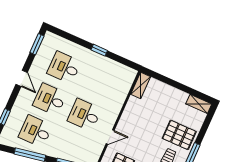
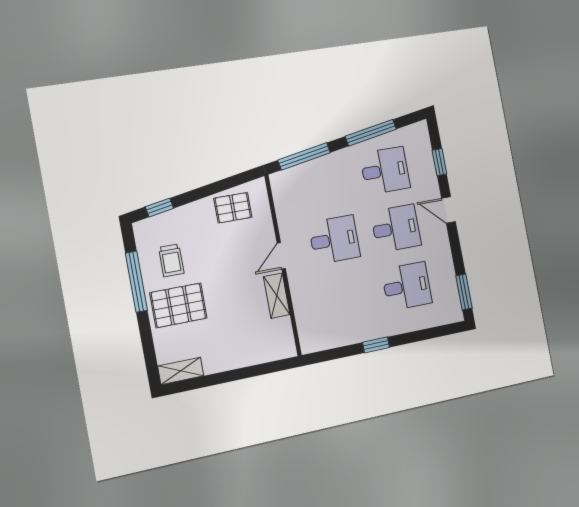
door: (22, 78) -> (449, 210), moved
shelving: (141, 85) -> (277, 296), moved
door: (110, 137) -> (281, 256), moved

